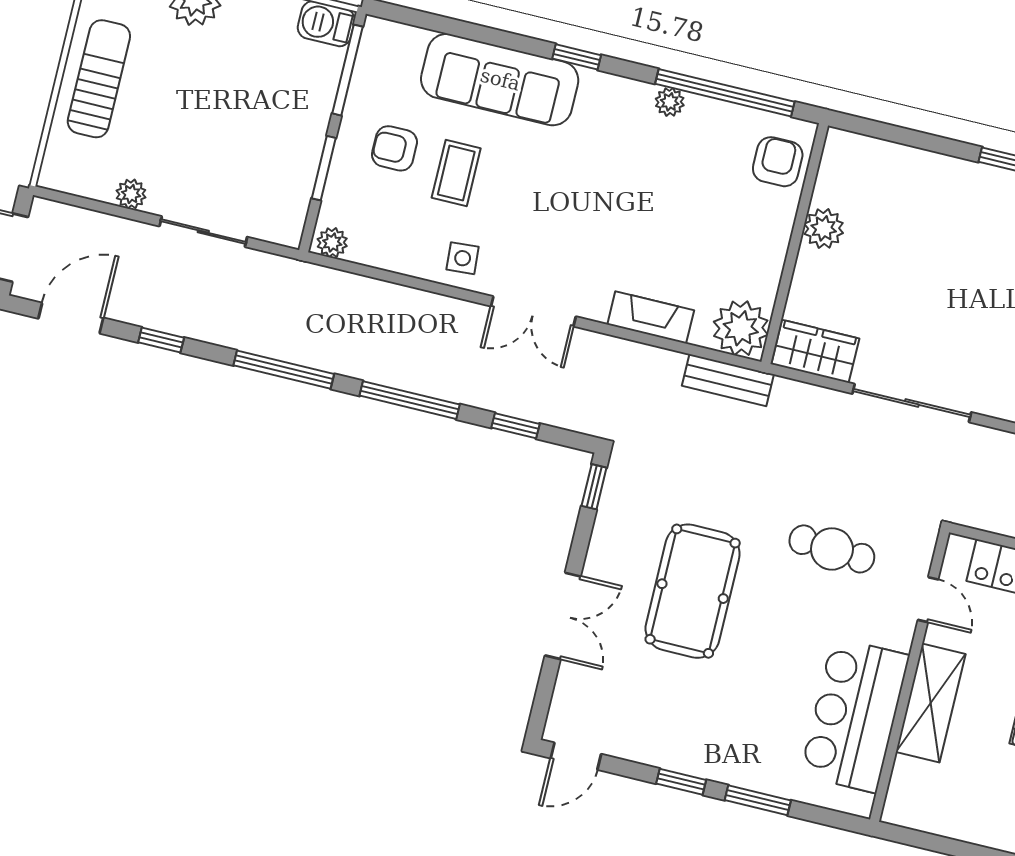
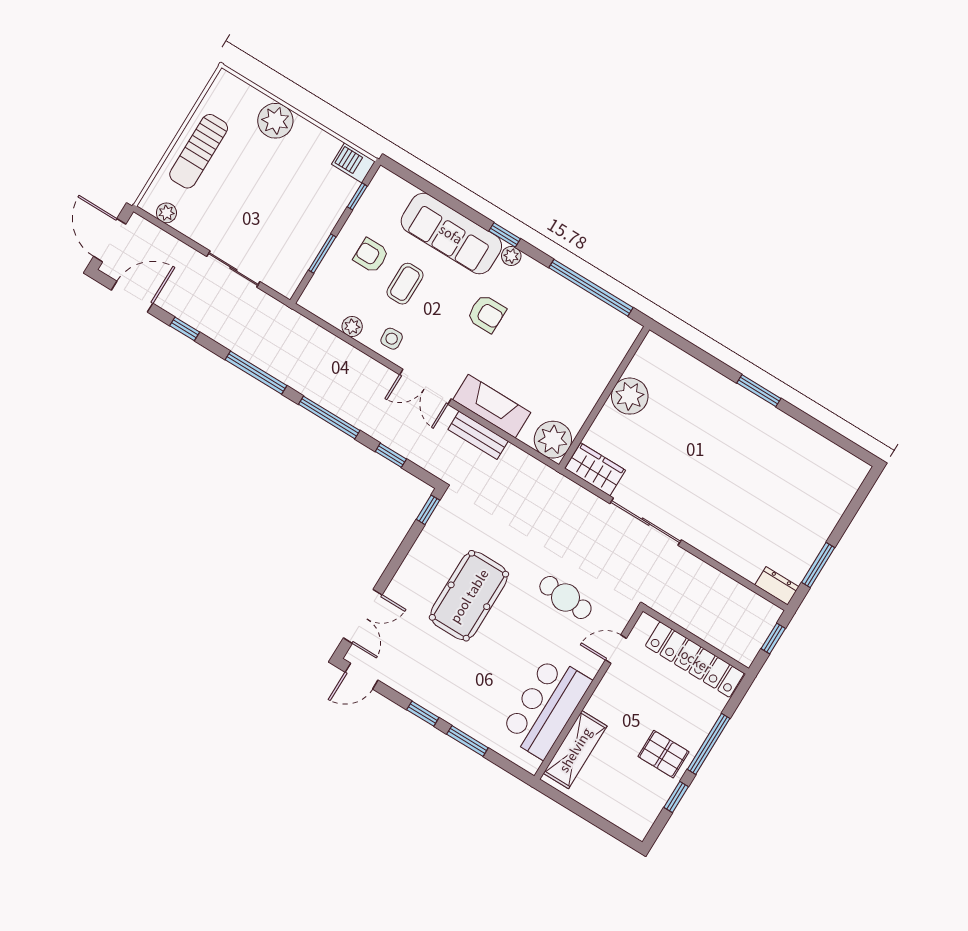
window: (347, 70) -> (357, 196), width x0.46
sun lounger: (99, 79) -> (199, 151), turned 180
plant: (670, 102) -> (511, 256), moved
armchair: (778, 162) -> (486, 314), moved, turned 90
plant: (131, 194) -> (166, 213), moved
plant: (824, 228) -> (630, 396), width x1.36, depth x1.36
plant: (332, 243) -> (352, 326), moved
fireplace: (651, 317) -> (492, 406), width x1.37, depth x1.32
bench: (728, 380) -> (478, 435), moved
door: (928, 600) -> (616, 649), swing flipped
double door: (563, 616) -> (363, 616), moved
shelving: (931, 703) -> (575, 750), moved

